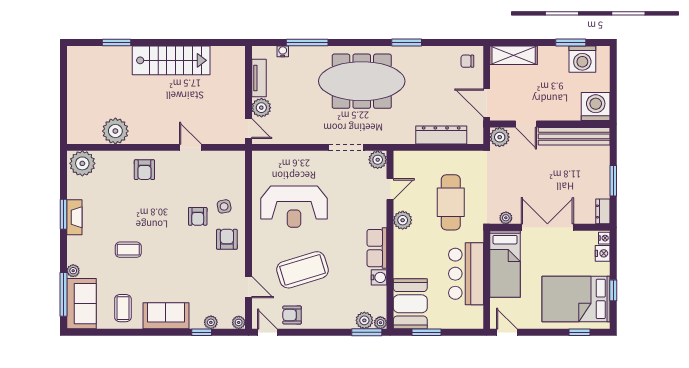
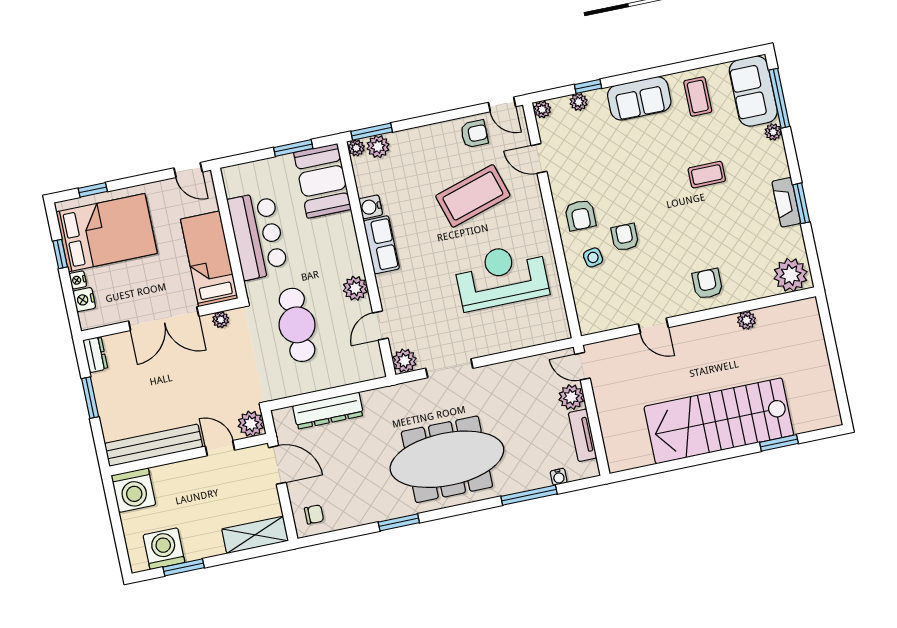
stairs: (171, 60) -> (719, 421), width x1.36, depth x1.51
plant: (115, 131) -> (747, 320), width x0.53, depth x0.53
nightstand: (604, 238) -> (78, 280), moved

